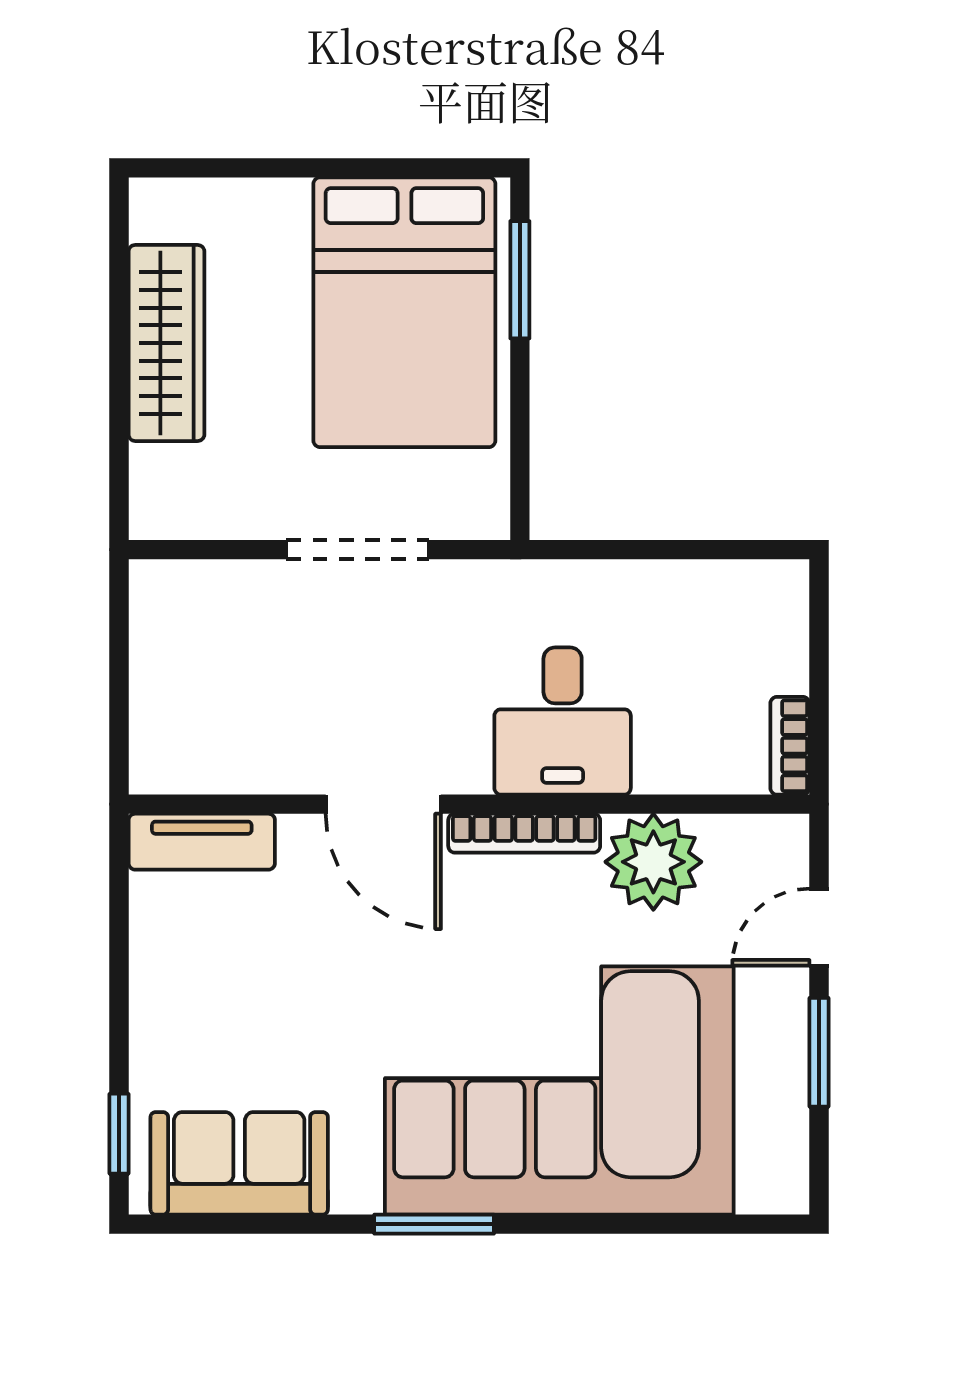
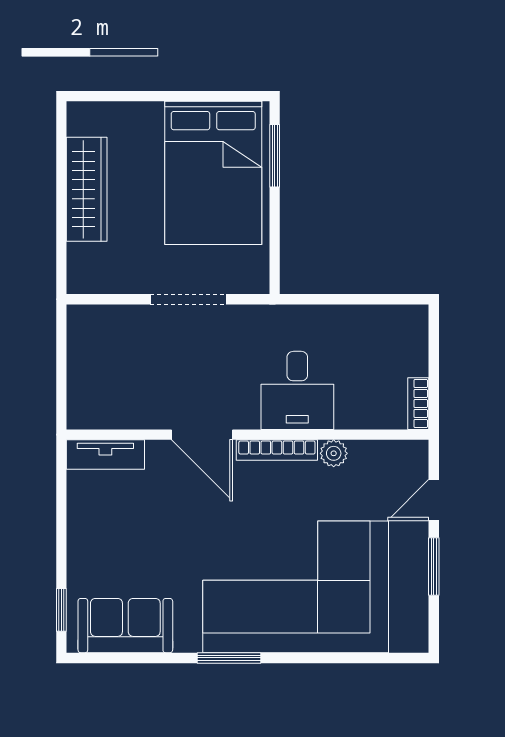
plant: (653, 862) -> (334, 453), width x0.53, depth x0.53

